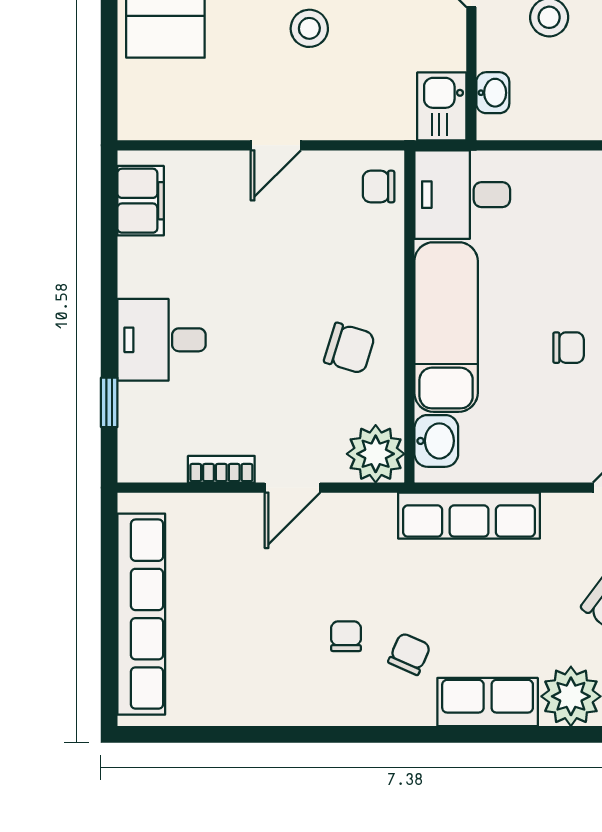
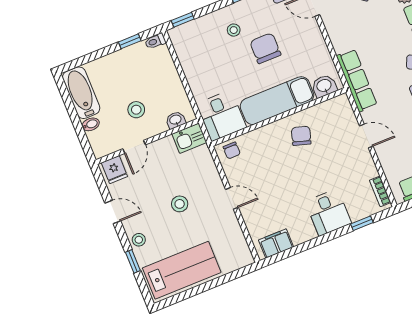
chair: (569, 348) -> (265, 48), width x1.87, depth x1.87
plant: (376, 454) -> (339, 108), removed
bookcase: (221, 469) -> (380, 191), moved
row of seats: (469, 516) -> (357, 80), moved

